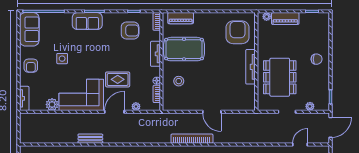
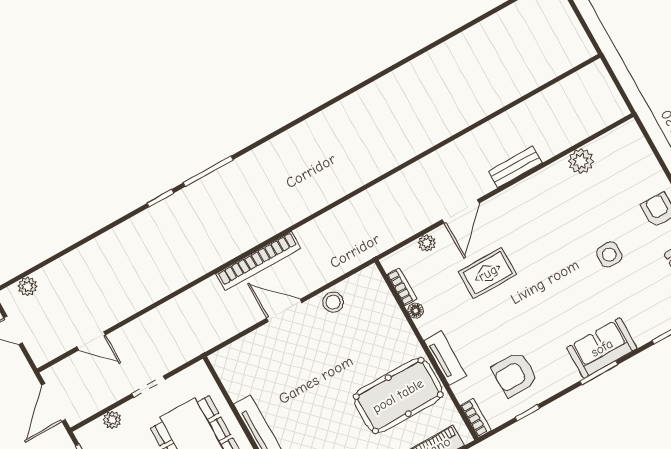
stool: (179, 81) -> (333, 302), moved
corner sofa: (81, 95) -> (538, 208), removed
tv unit: (24, 98) -> (637, 144), removed
bench: (90, 139) -> (515, 167), moved
bookcase: (192, 139) -> (258, 261), moved
door: (300, 144) -> (91, 341), hinge flipped

